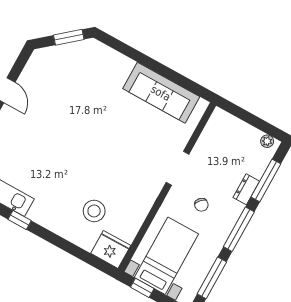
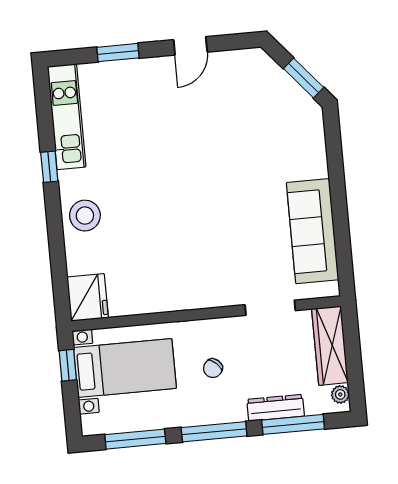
wardrobe: (235, 128) -> (330, 346), added
doorway: (178, 168) -> (270, 308), moved
dresser: (246, 189) -> (276, 408), width x1.44
stool: (94, 211) -> (85, 216), moved

